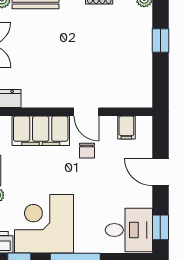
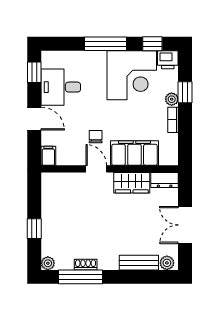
wardrobe: (44, 95) -> (132, 183), added
filing cabinet: (126, 127) -> (48, 156), moved
desk: (129, 230) -> (61, 87), moved

